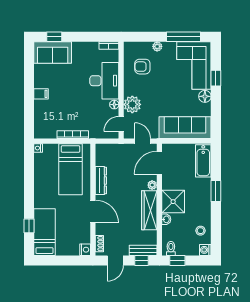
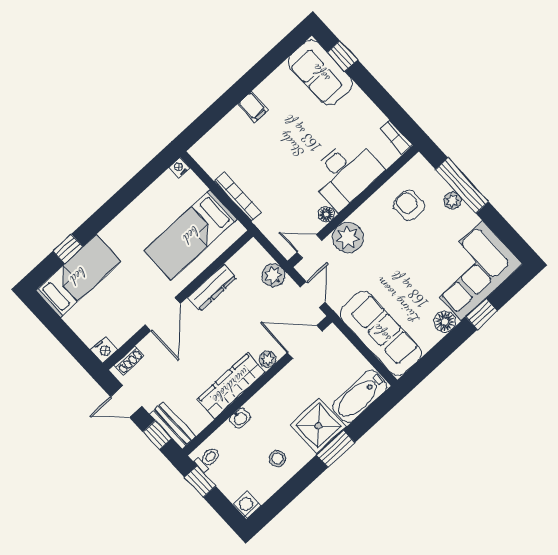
window: (183, 37) -> (462, 186), moved
plant: (119, 150) -> (273, 275), added
shower: (173, 202) -> (318, 426), moved
stool: (201, 231) -> (277, 458), moved

